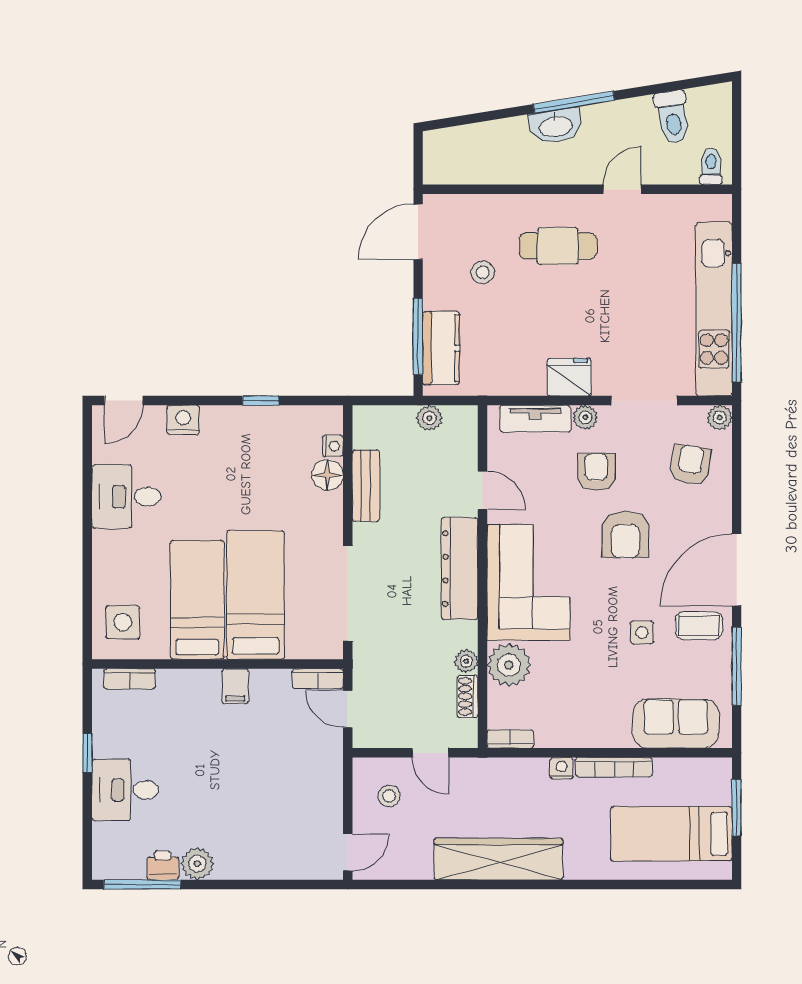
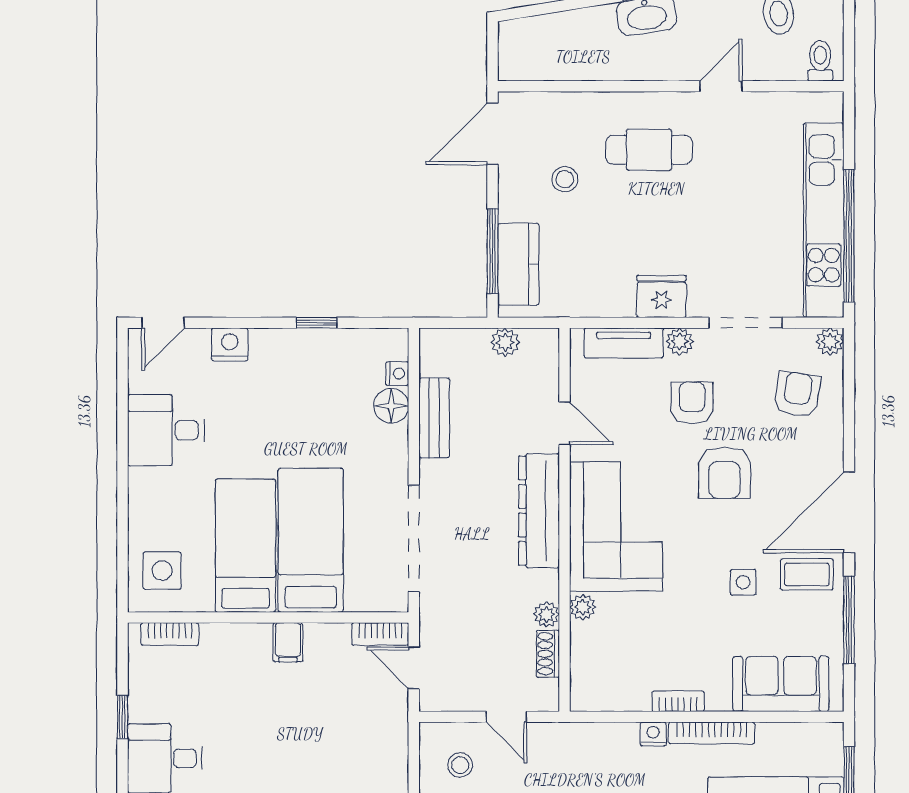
plant: (509, 665) -> (583, 607), width x0.53, depth x0.53
bookcase: (510, 739) -> (678, 701), moved

